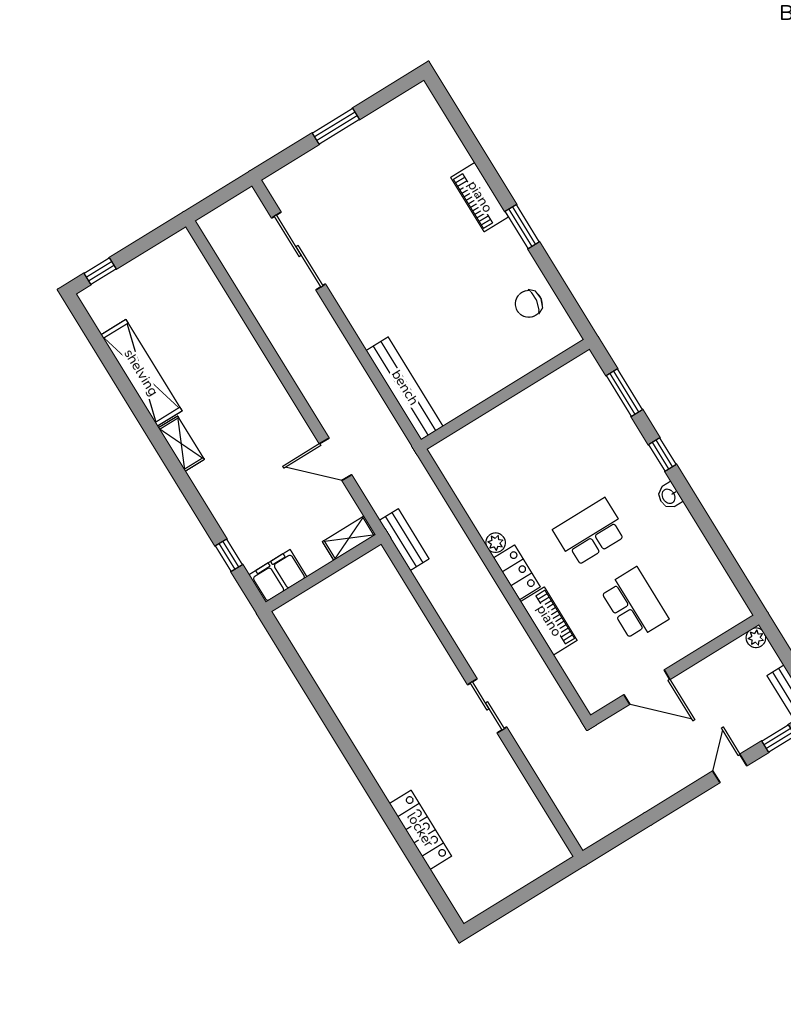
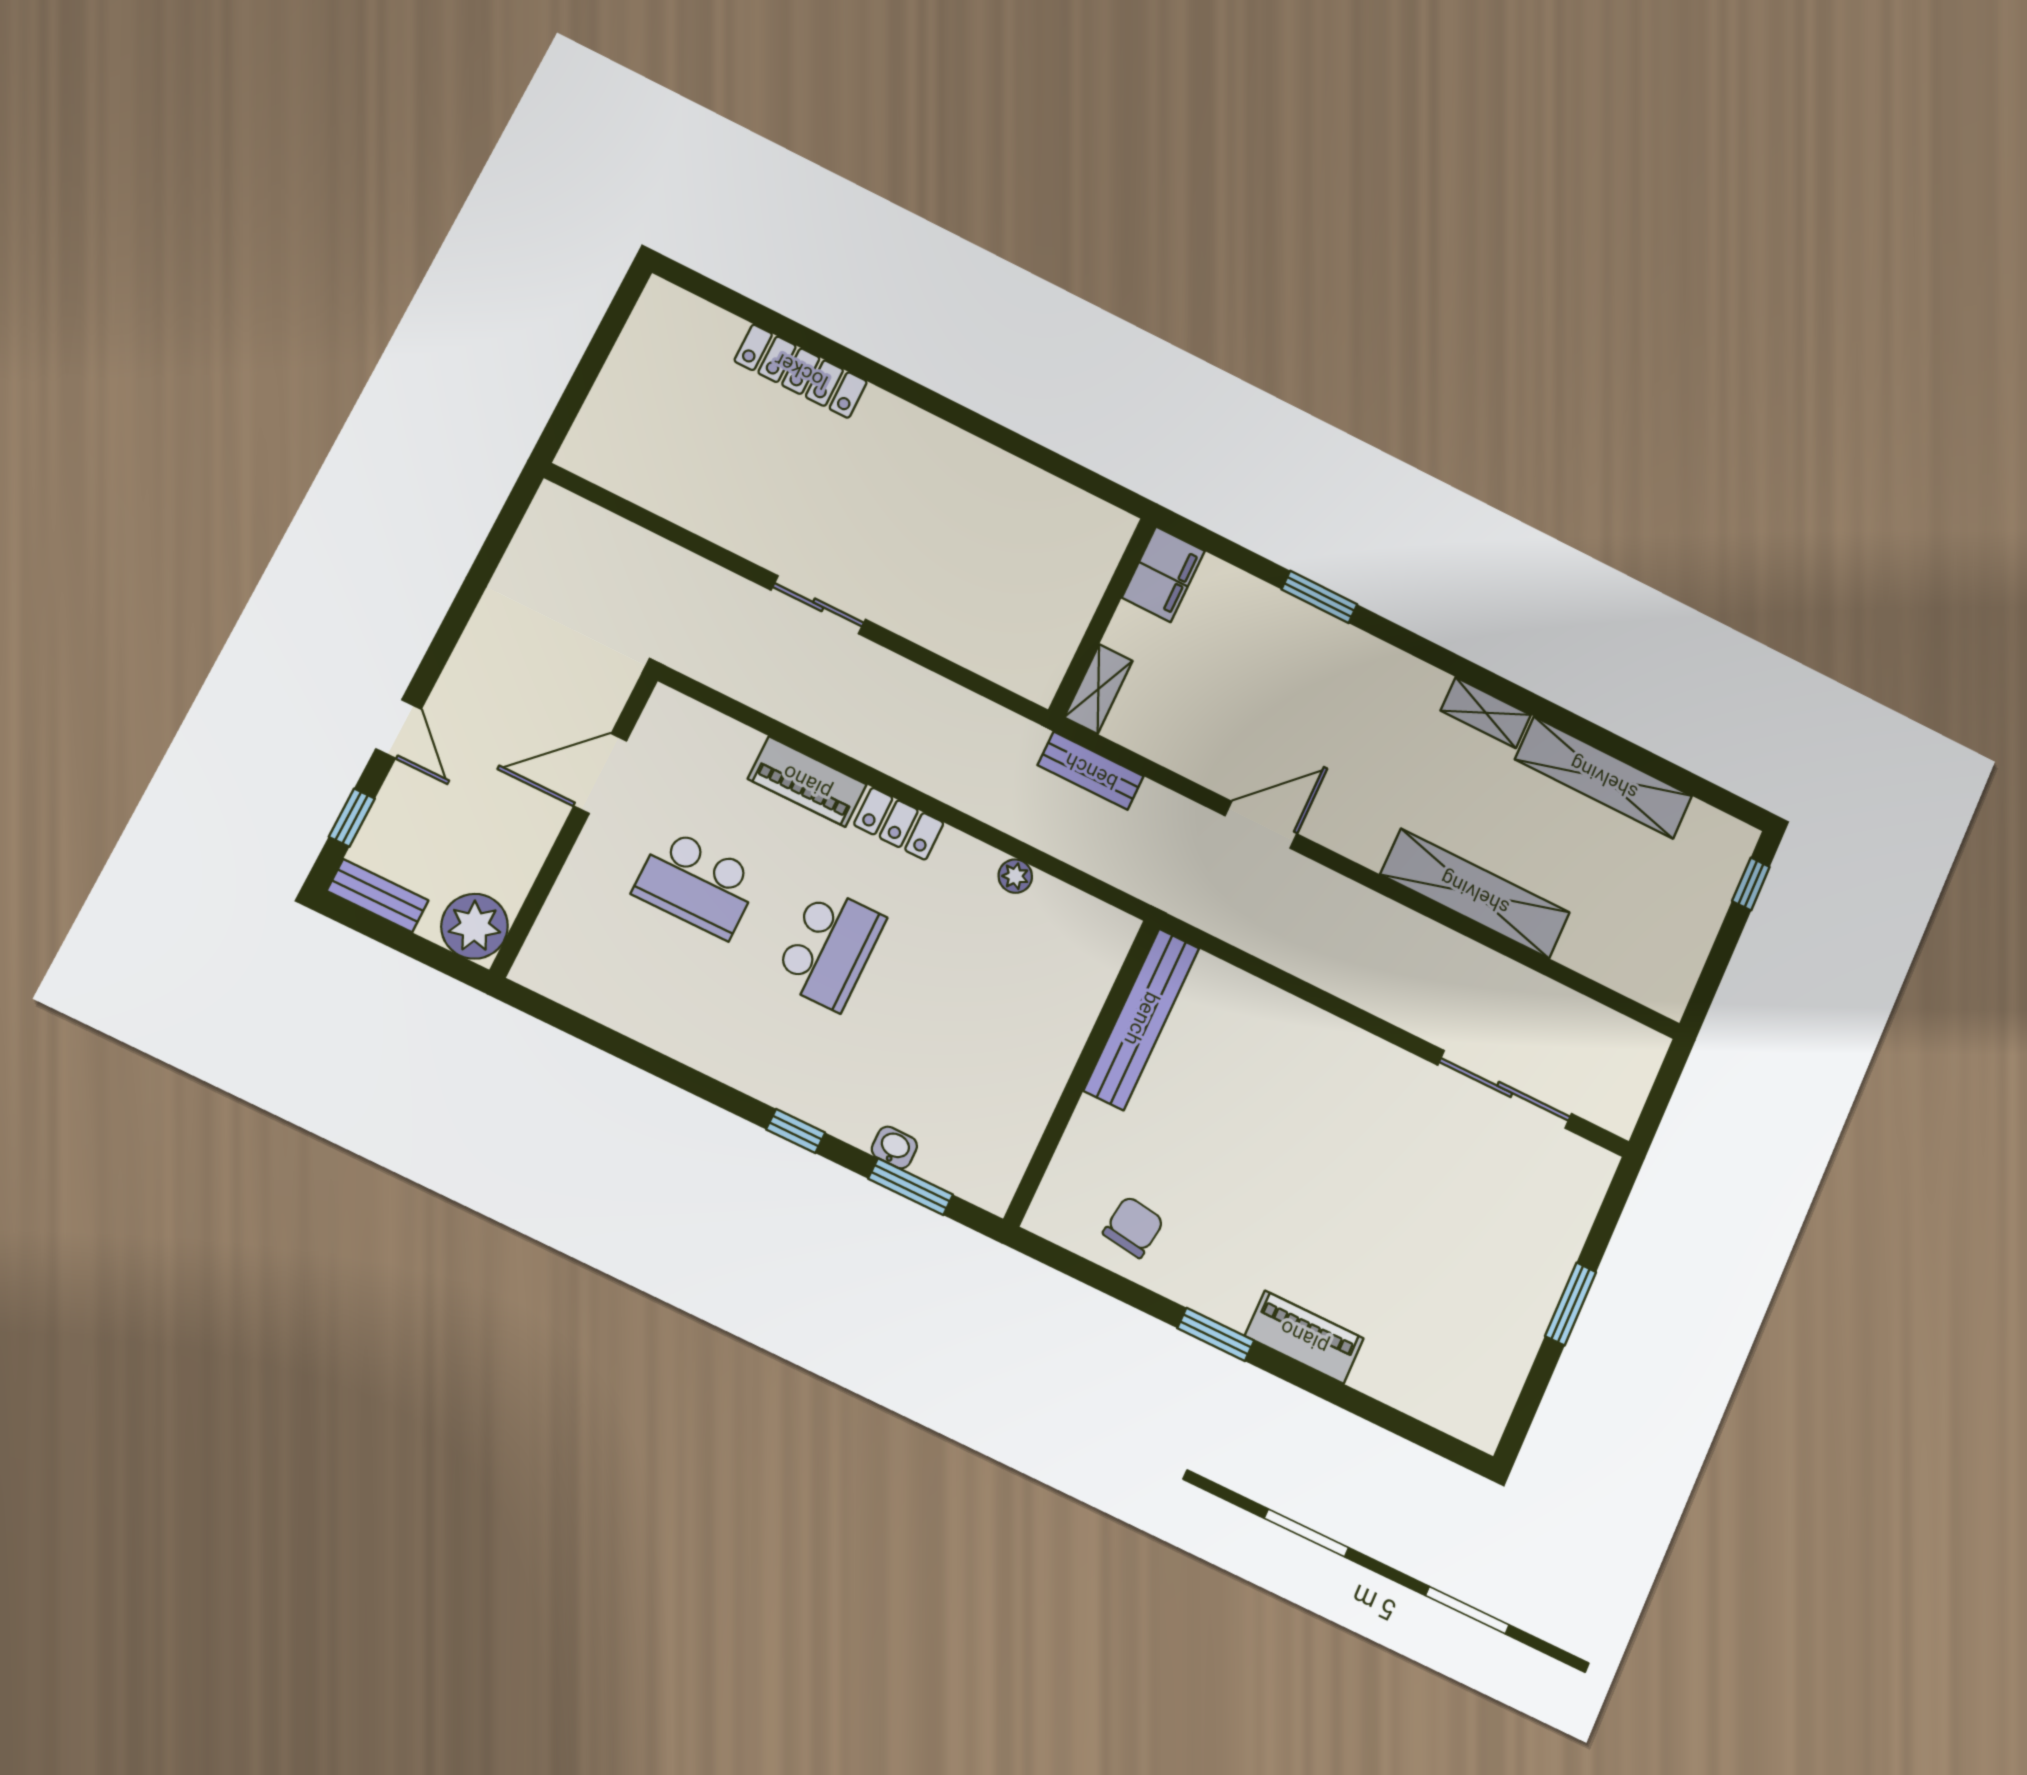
shelving: (248, 357) -> (1475, 893), added
bench: (405, 388) -> (1142, 1019), moved, turned 90
washbasin: (669, 496) -> (894, 1147), moved
shelving: (349, 538) -> (1098, 689), moved
plant: (496, 543) -> (1015, 876), moved
window: (229, 555) -> (1319, 597), width x1.50
wall: (323, 573) -> (1102, 617), moved
filing cabinet: (278, 576) -> (1163, 574), moved
plant: (756, 638) -> (474, 926), width x1.87, depth x1.87

